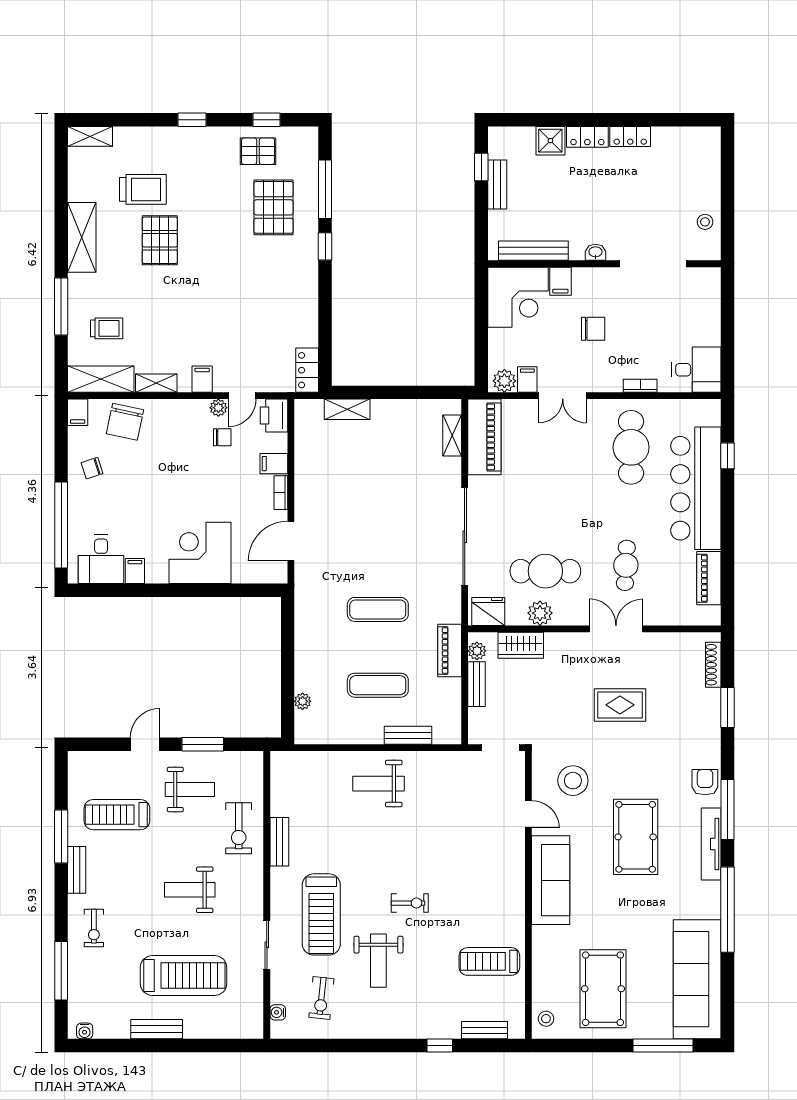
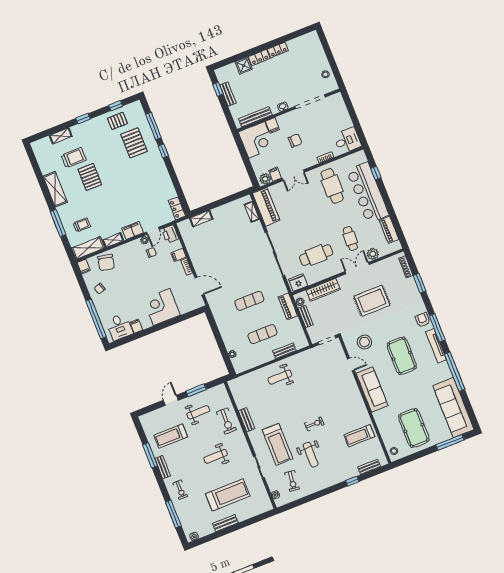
shelving: (90, 136) -> (61, 136), moved
filing cabinet: (202, 379) -> (132, 230), width x2.00
door: (291, 541) -> (199, 286), swing flipped
plant: (540, 613) -> (373, 254), moved
wardrobe: (521, 645) -> (323, 290), width x1.50
rug: (620, 705) -> (372, 301), width x1.36, depth x1.43

